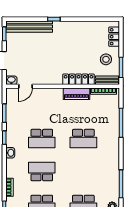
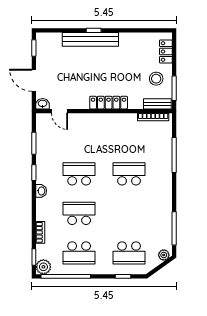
bench: (29, 27) -> (90, 39), moved
locker: (78, 79) -> (109, 103), moved
door: (26, 86) -> (60, 111), hinge flipped
piano: (77, 94) -> (121, 120), removed
school desk: (42, 139) -> (79, 174), turned 180
school desk: (83, 139) -> (129, 174), turned 180

